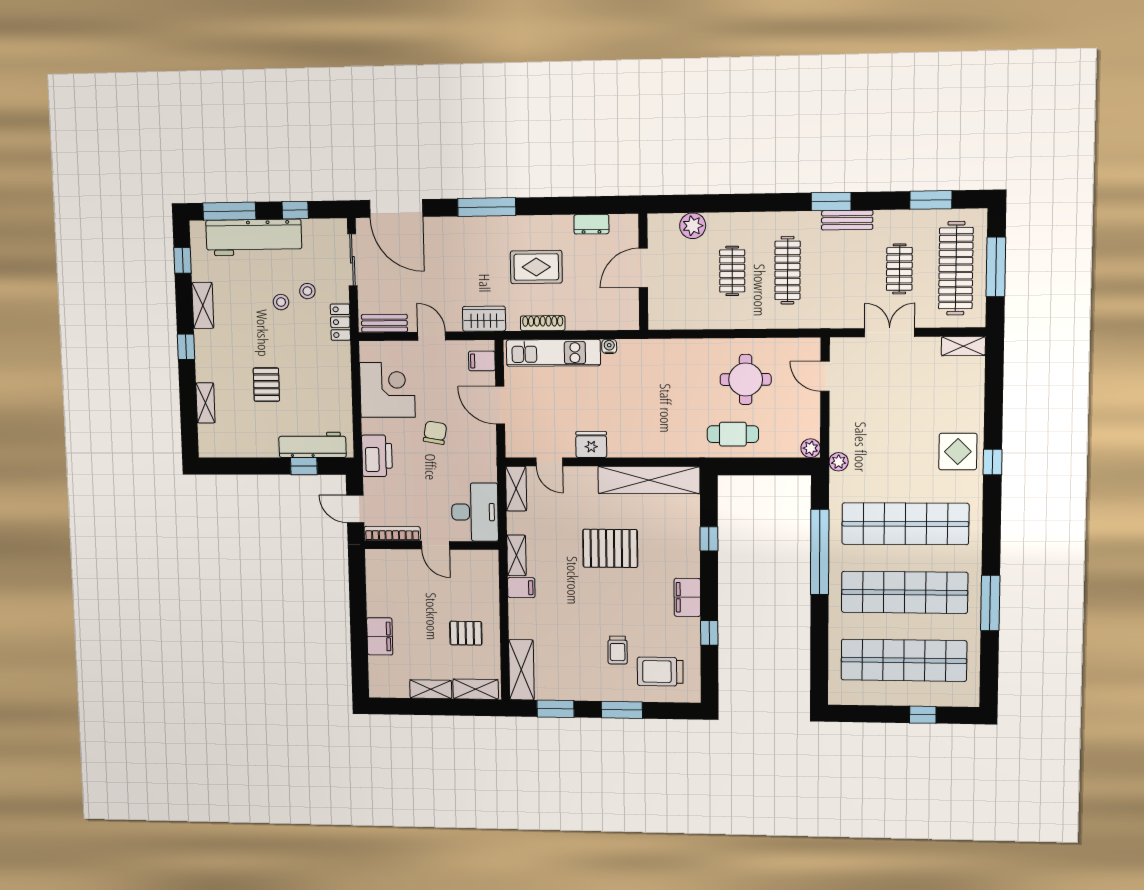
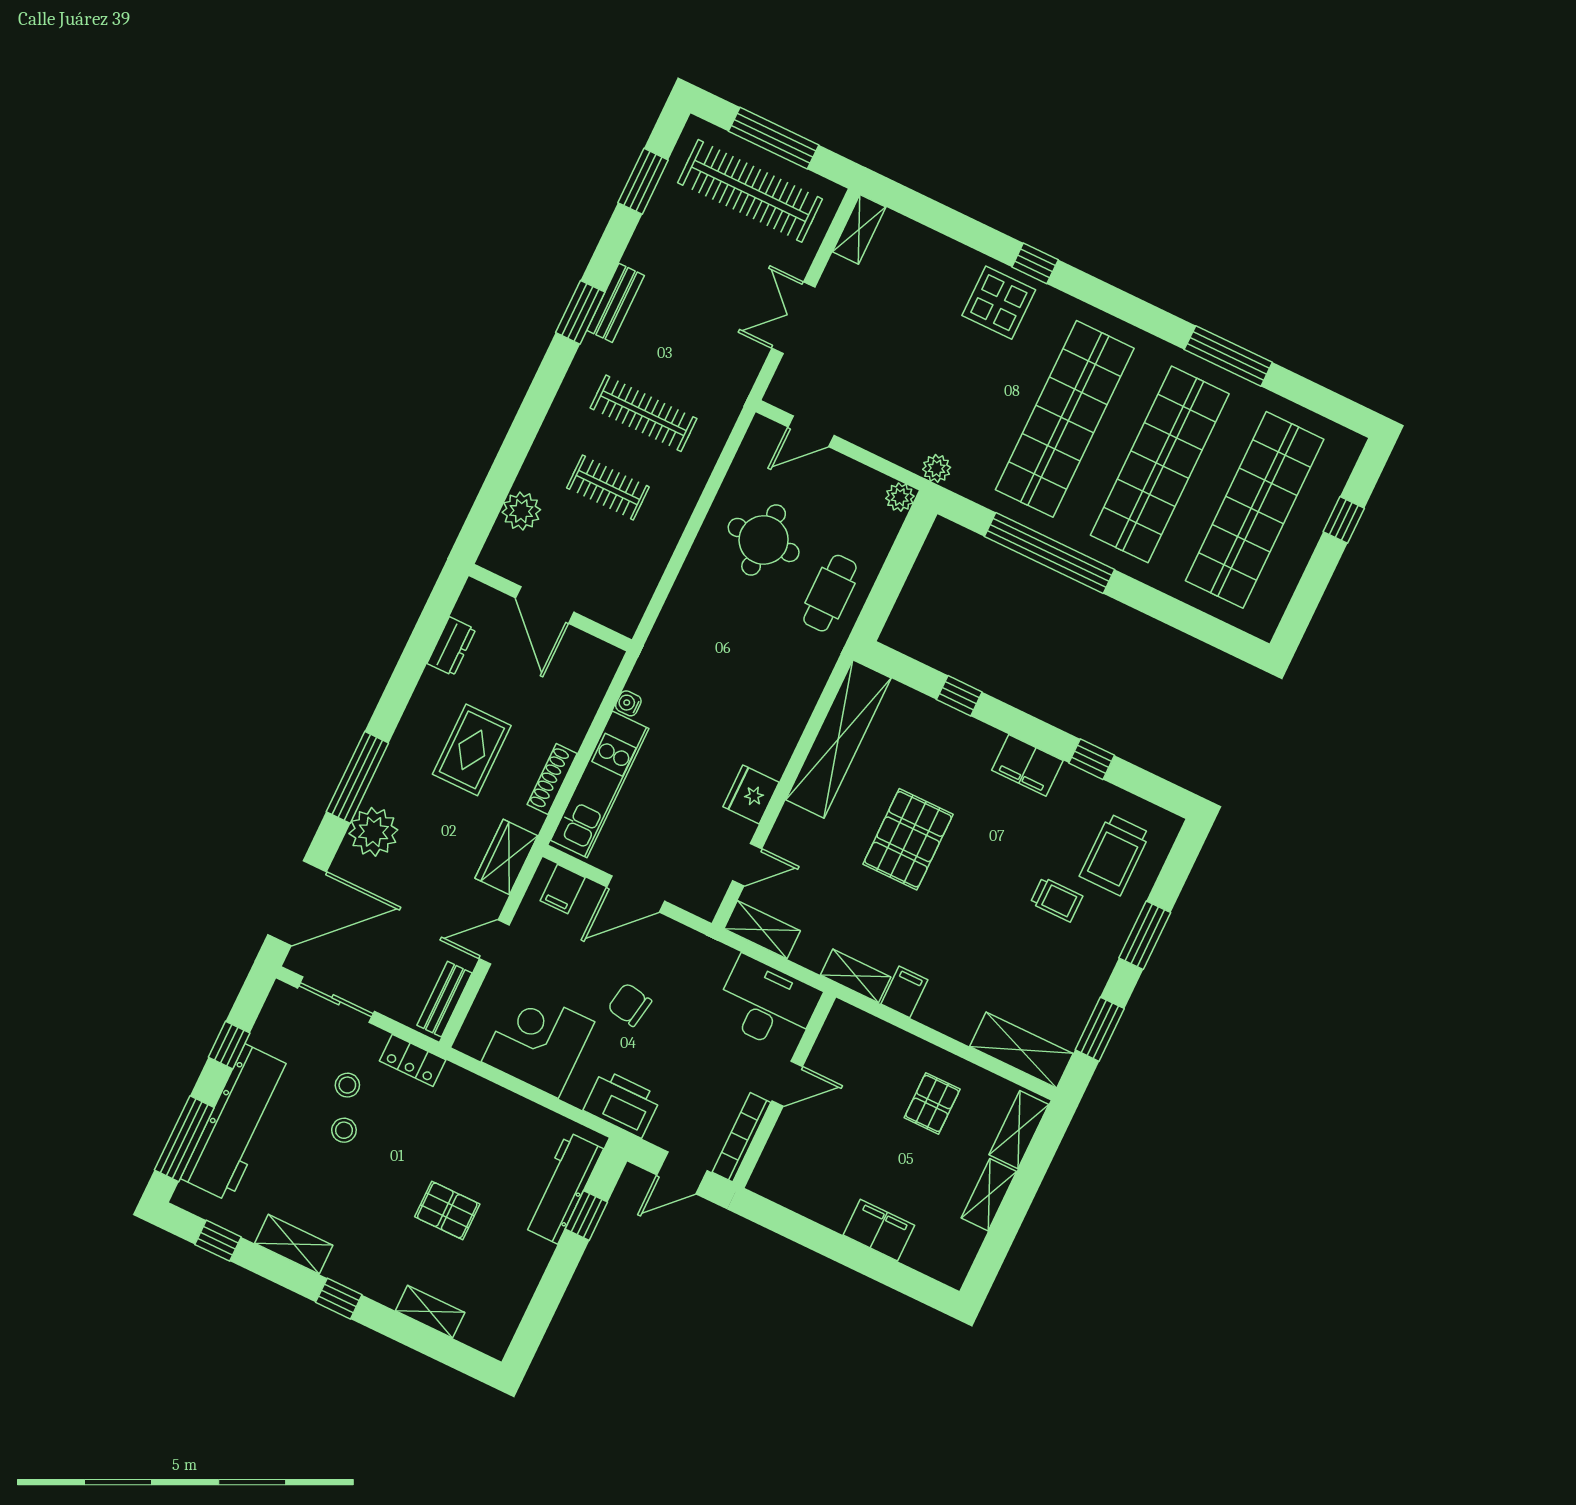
plant: (460, 233) -> (373, 832), added
clothes rail: (899, 269) -> (714, 265), removed

